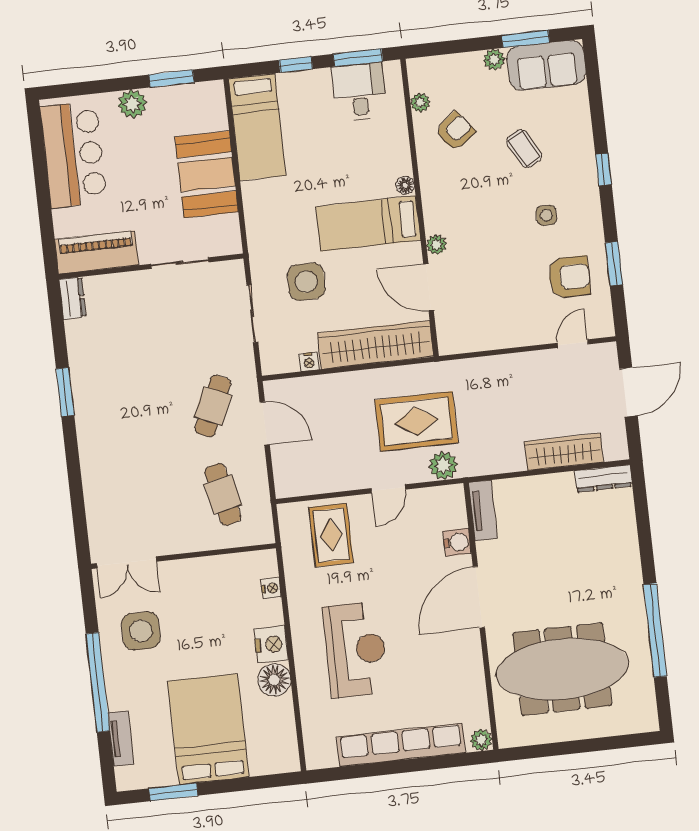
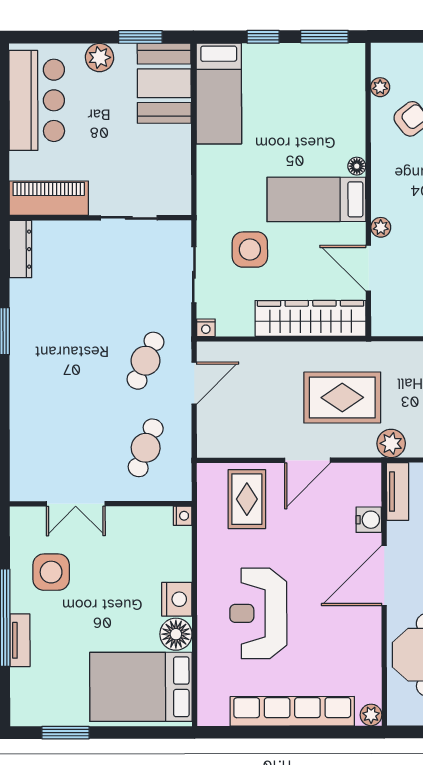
desk: (359, 92) -> (322, 70), removed
booth: (207, 174) -> (164, 83), moved
dresser: (73, 298) -> (20, 249), width x1.44
nightstand: (309, 362) -> (206, 328), moved
door: (265, 423) -> (194, 383), hinge flipped
plant: (443, 466) -> (391, 443), moved
door: (388, 489) -> (308, 460), width x1.37
cafe table: (223, 494) -> (146, 448), turned 33
double door: (127, 562) -> (76, 504), moved
nightstand: (271, 588) -> (183, 516), moved
reception desk: (356, 650) -> (258, 613), turned 180
bed: (208, 729) -> (141, 687), moved, turned -90
tv unit: (121, 739) -> (20, 640), moved

